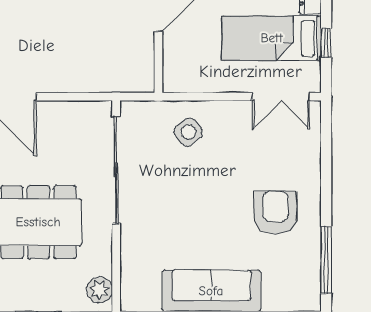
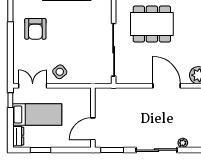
window: (326, 43) -> (10, 100), moved
side table: (188, 132) -> (60, 72), moved

